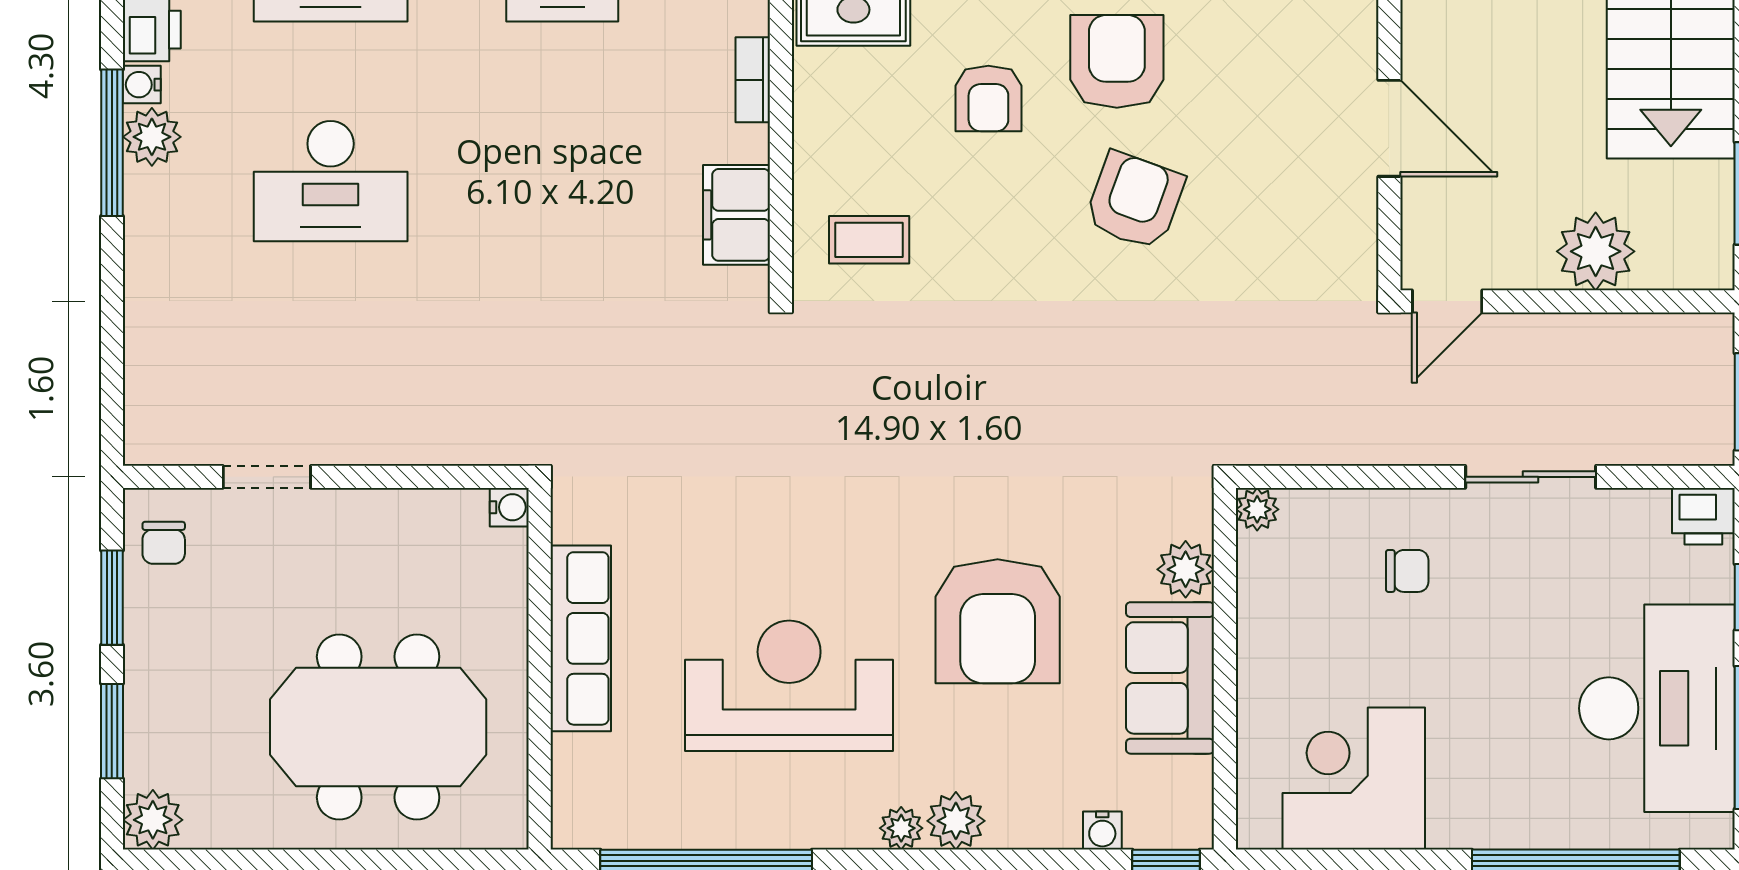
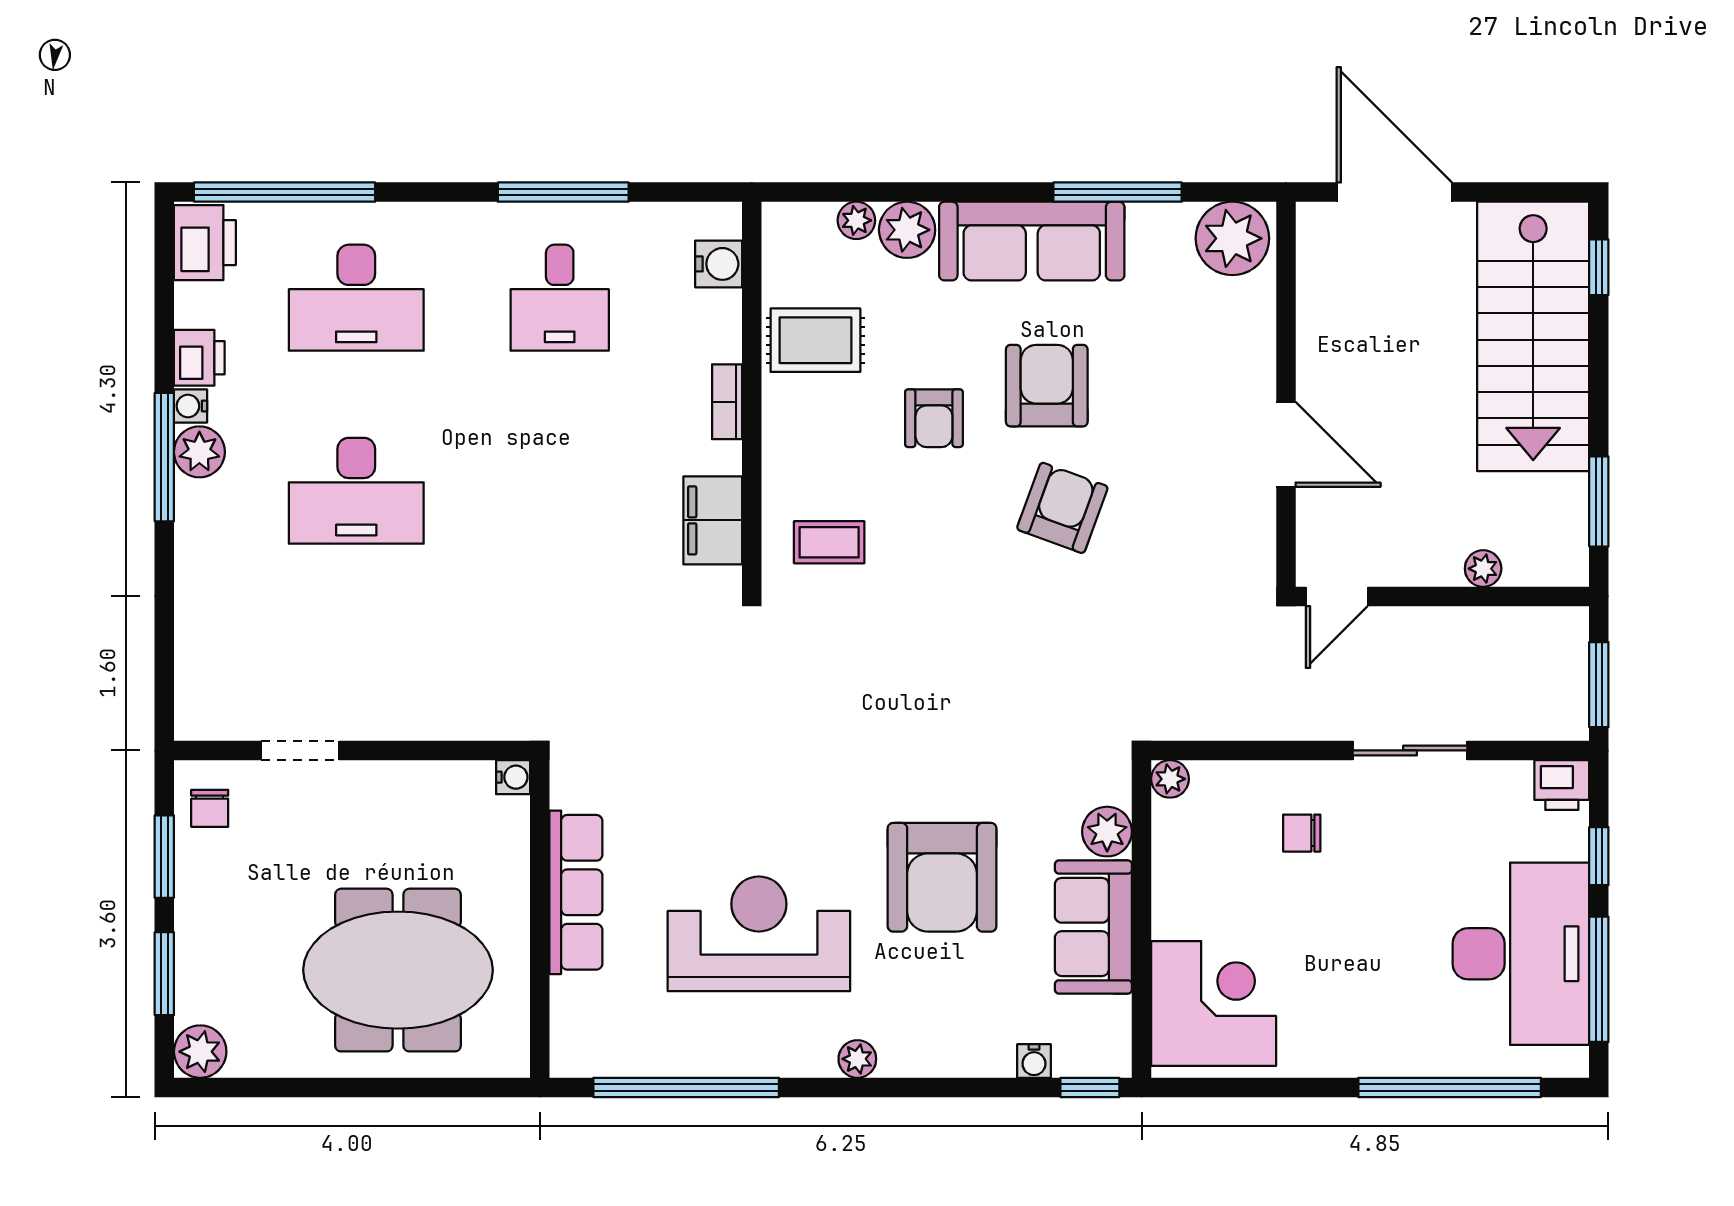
plant: (1596, 251) -> (1483, 569), width x0.53, depth x0.53
chair: (1407, 571) -> (1302, 833), turned 180
corner desk: (1354, 779) -> (1214, 1003), moved, turned 90
plant: (956, 821) -> (905, 1052), removed

